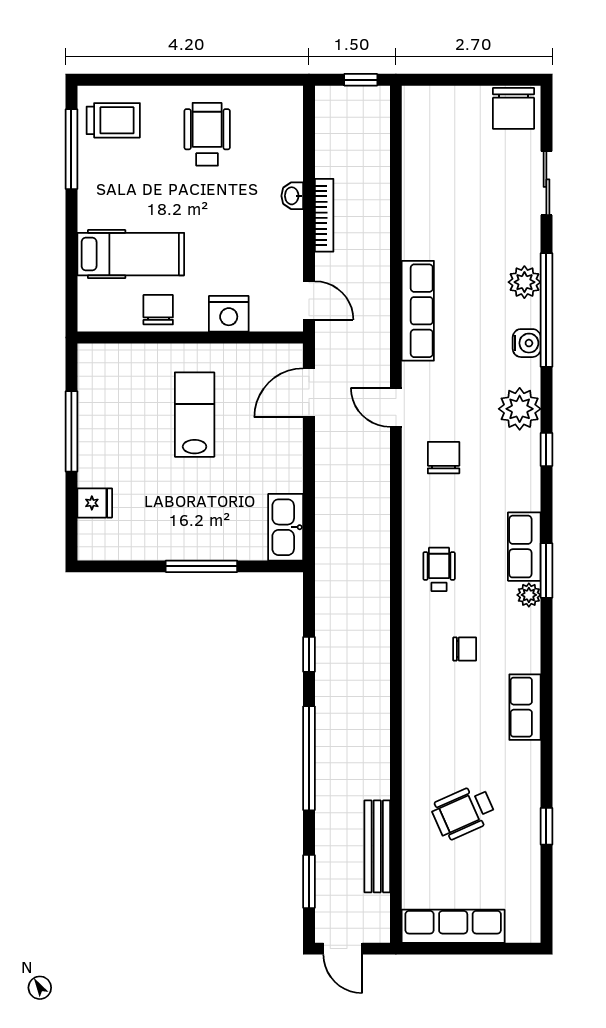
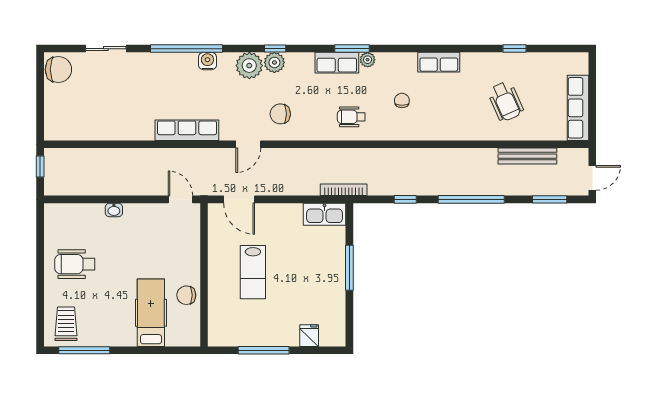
bookcase: (324, 215) -> (344, 190), moved
plant: (524, 282) -> (274, 62), moved
door: (309, 301) -> (180, 199), hinge flipped
nightstand: (229, 314) -> (189, 250), removed
lab bench: (195, 415) -> (253, 272), turned -90

